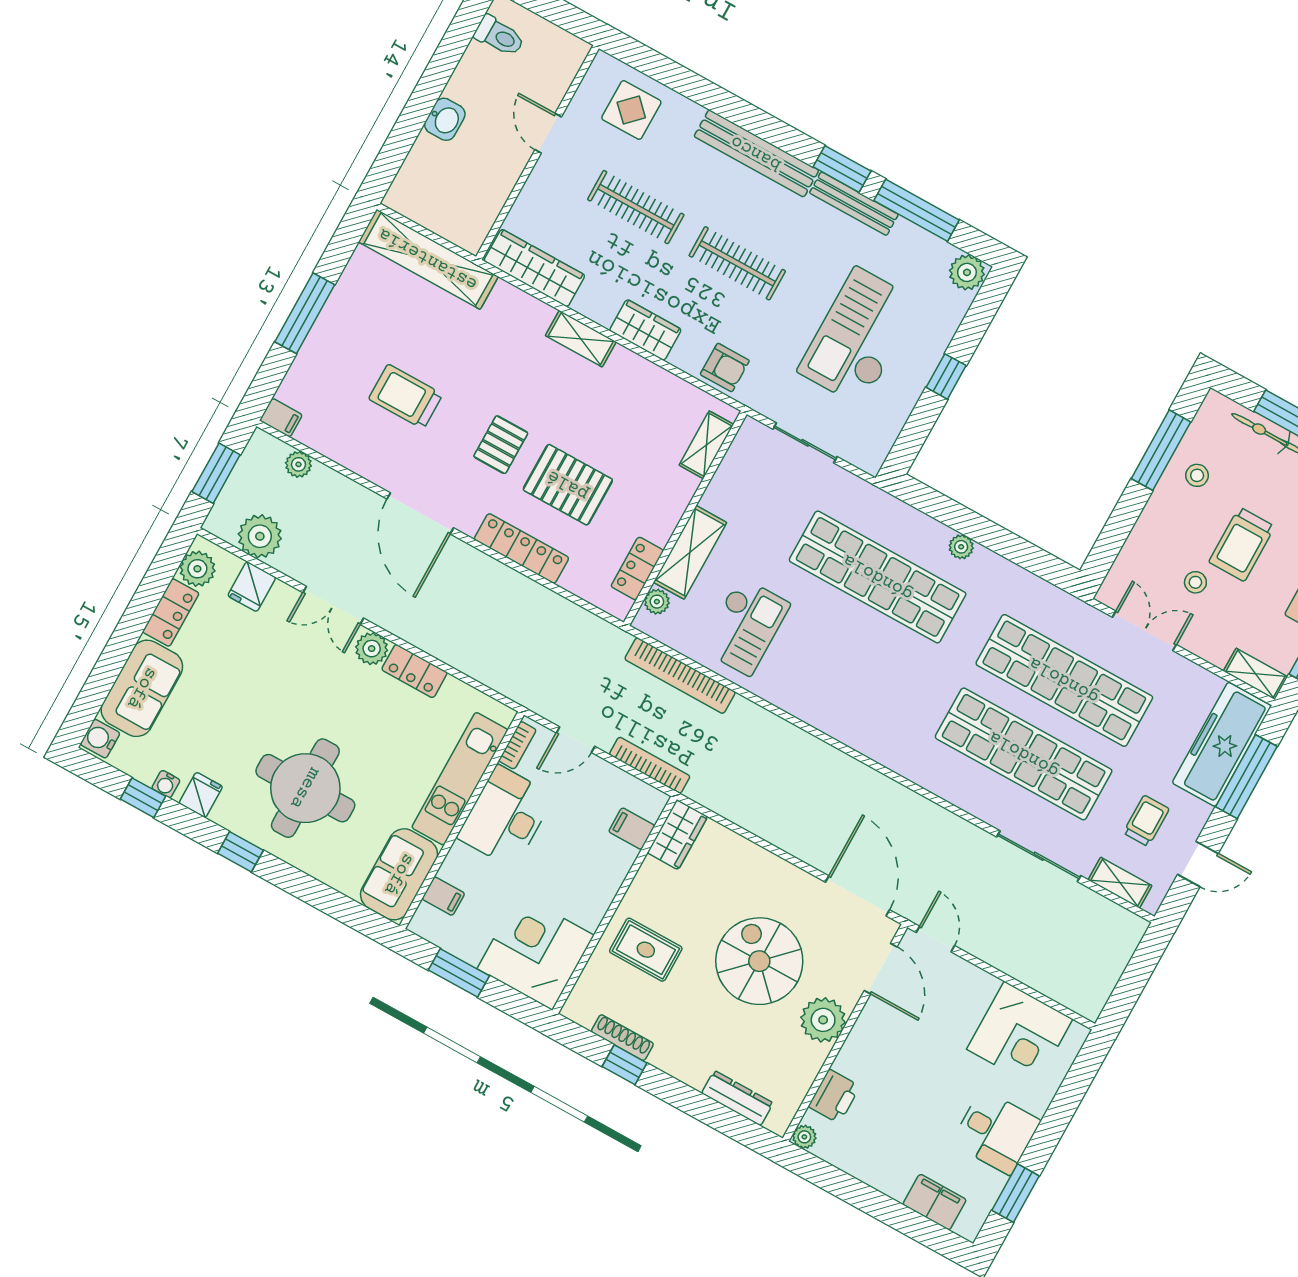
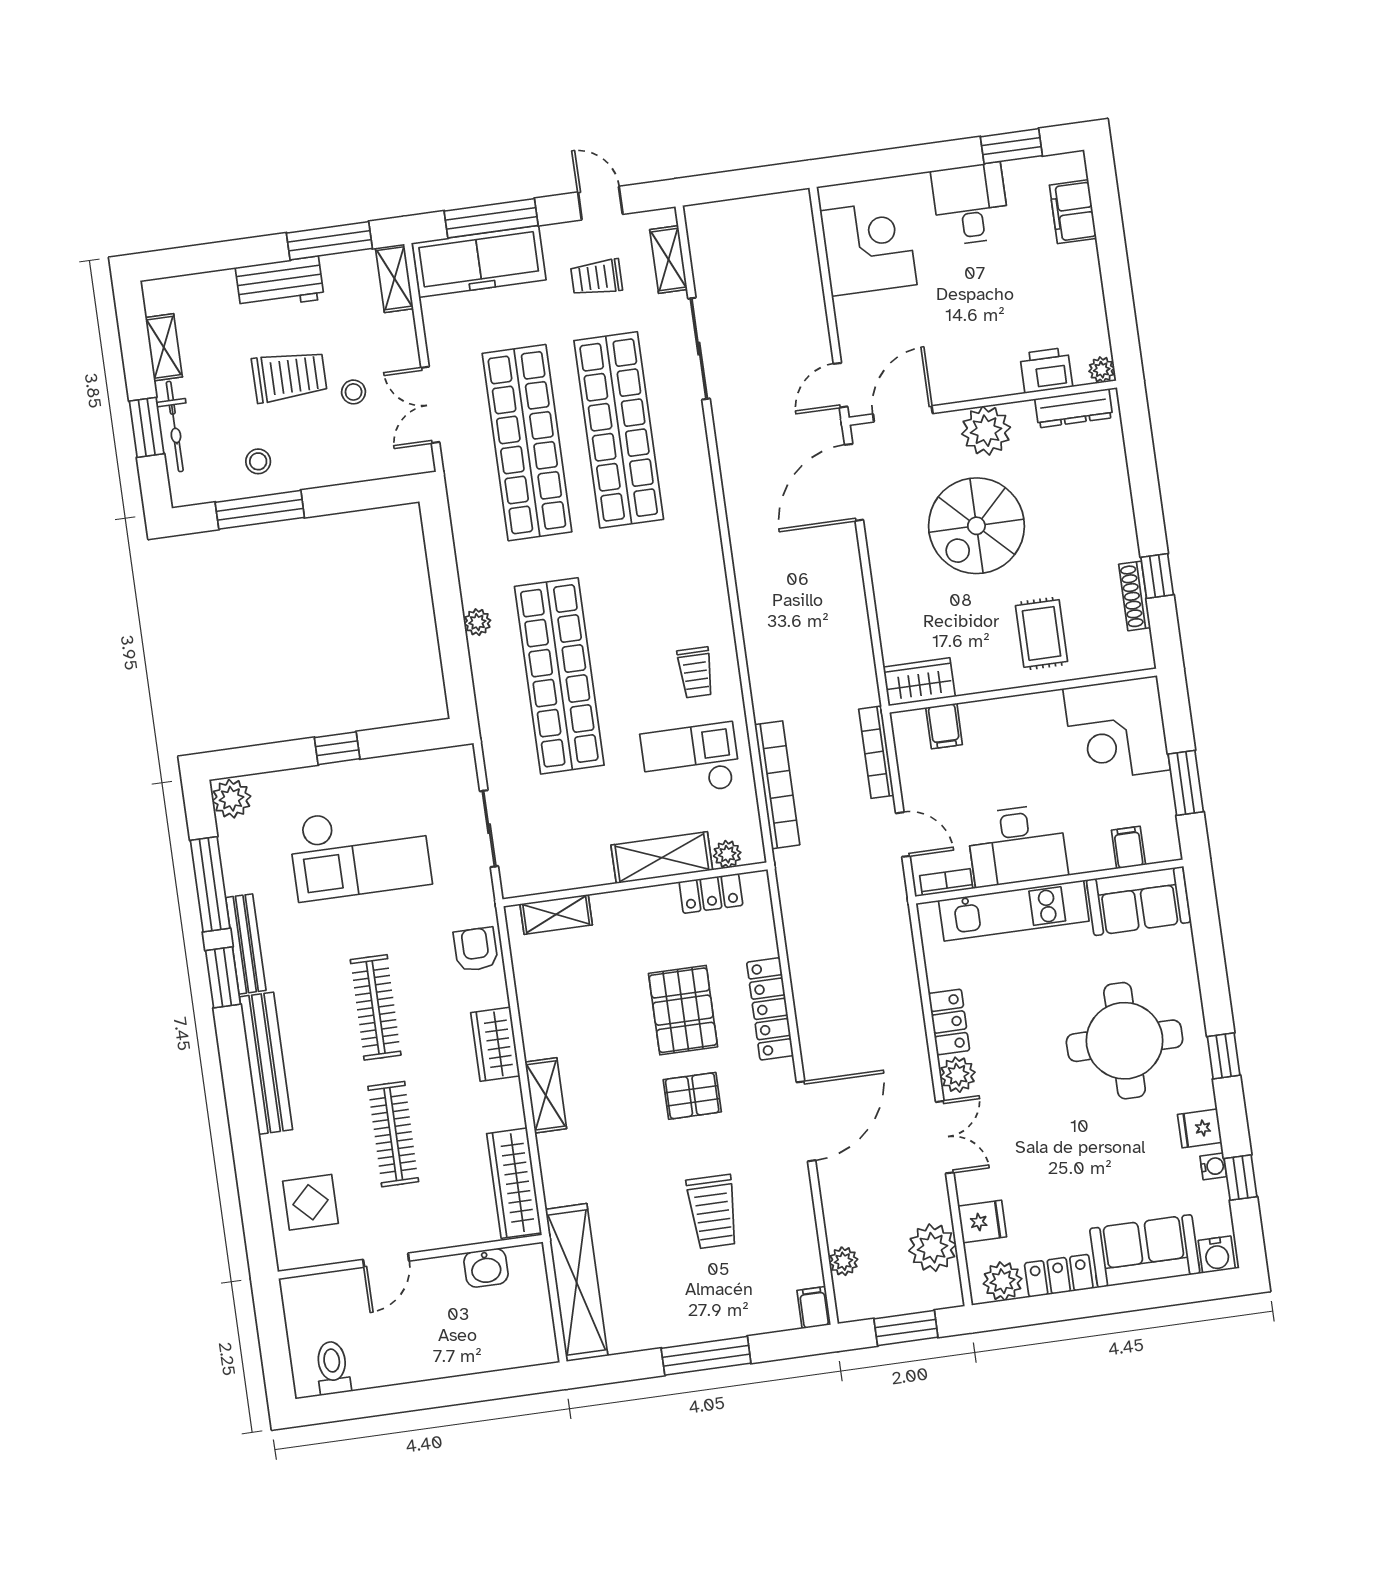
washbasin: (445, 119) -> (486, 1268), moved, turned 180
trolley: (806, 678) -> (696, 672), added
dresser: (737, 1098) -> (1074, 408), moved, turned -90

